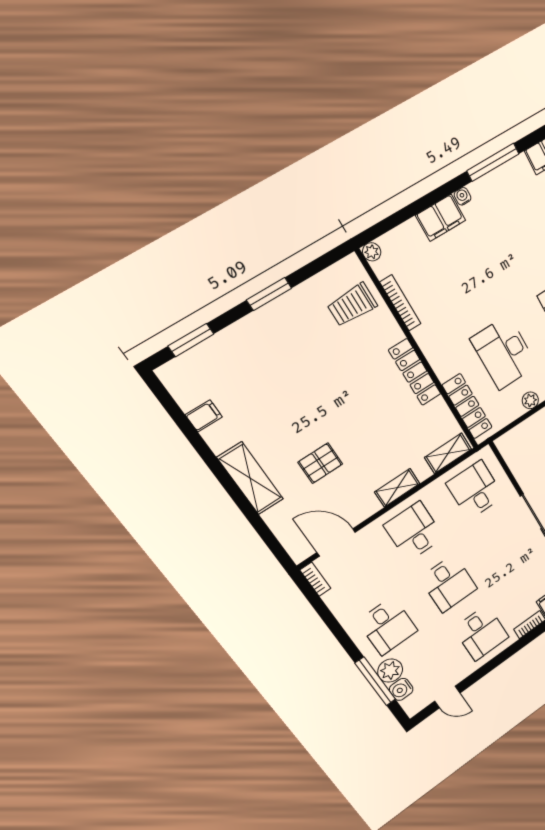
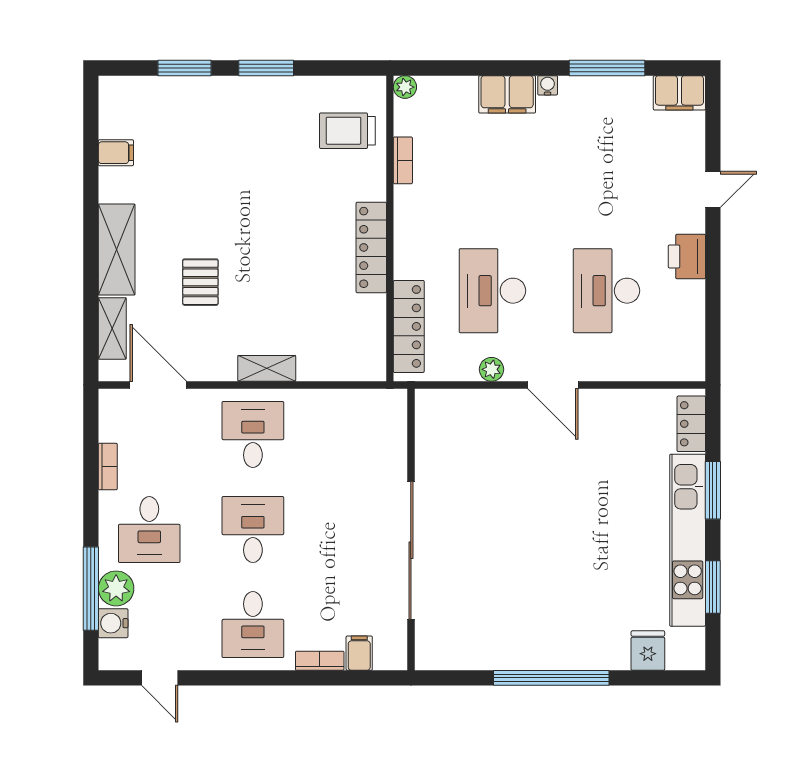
bookcase: (400, 303) -> (403, 160), width x0.64
window: (191, 340) -> (184, 68), moved
shelving: (448, 453) -> (112, 328), moved, turned 90
pallet: (320, 463) -> (200, 282), turned 90
desk: (475, 490) -> (357, 434), removed
bookcase: (315, 579) -> (108, 467), moved
desk: (449, 584) -> (253, 530), turned 180

